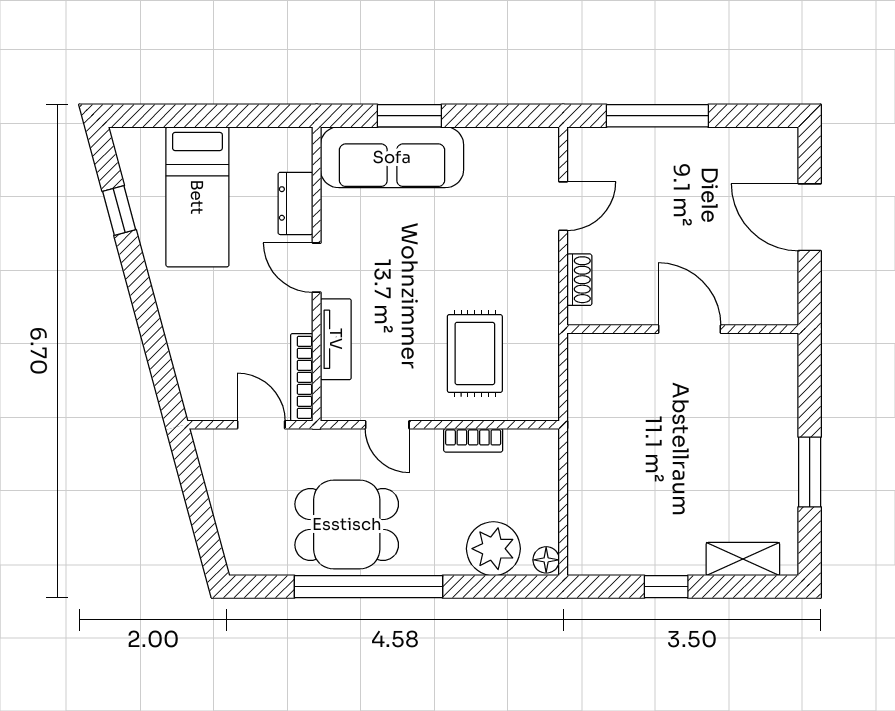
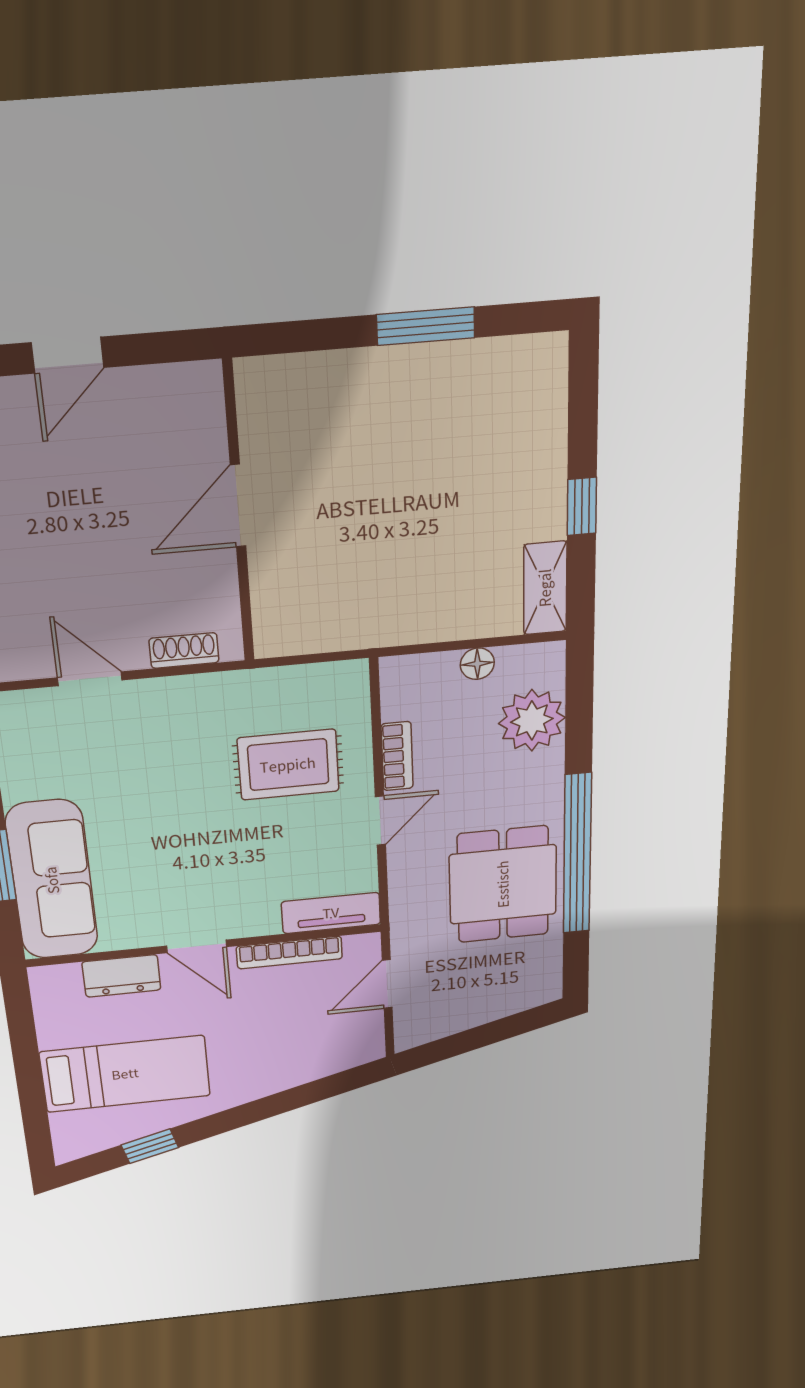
door: (810, 217) -> (68, 355), width x0.73
door: (317, 268) -> (197, 946), hinge flipped
tv unit: (336, 339) -> (331, 913), moved
bookcase: (302, 377) -> (289, 953), moved
door: (387, 425) -> (380, 821), moved
shelving: (743, 559) -> (545, 588), moved
floor lamp: (546, 560) -> (477, 664), moved

